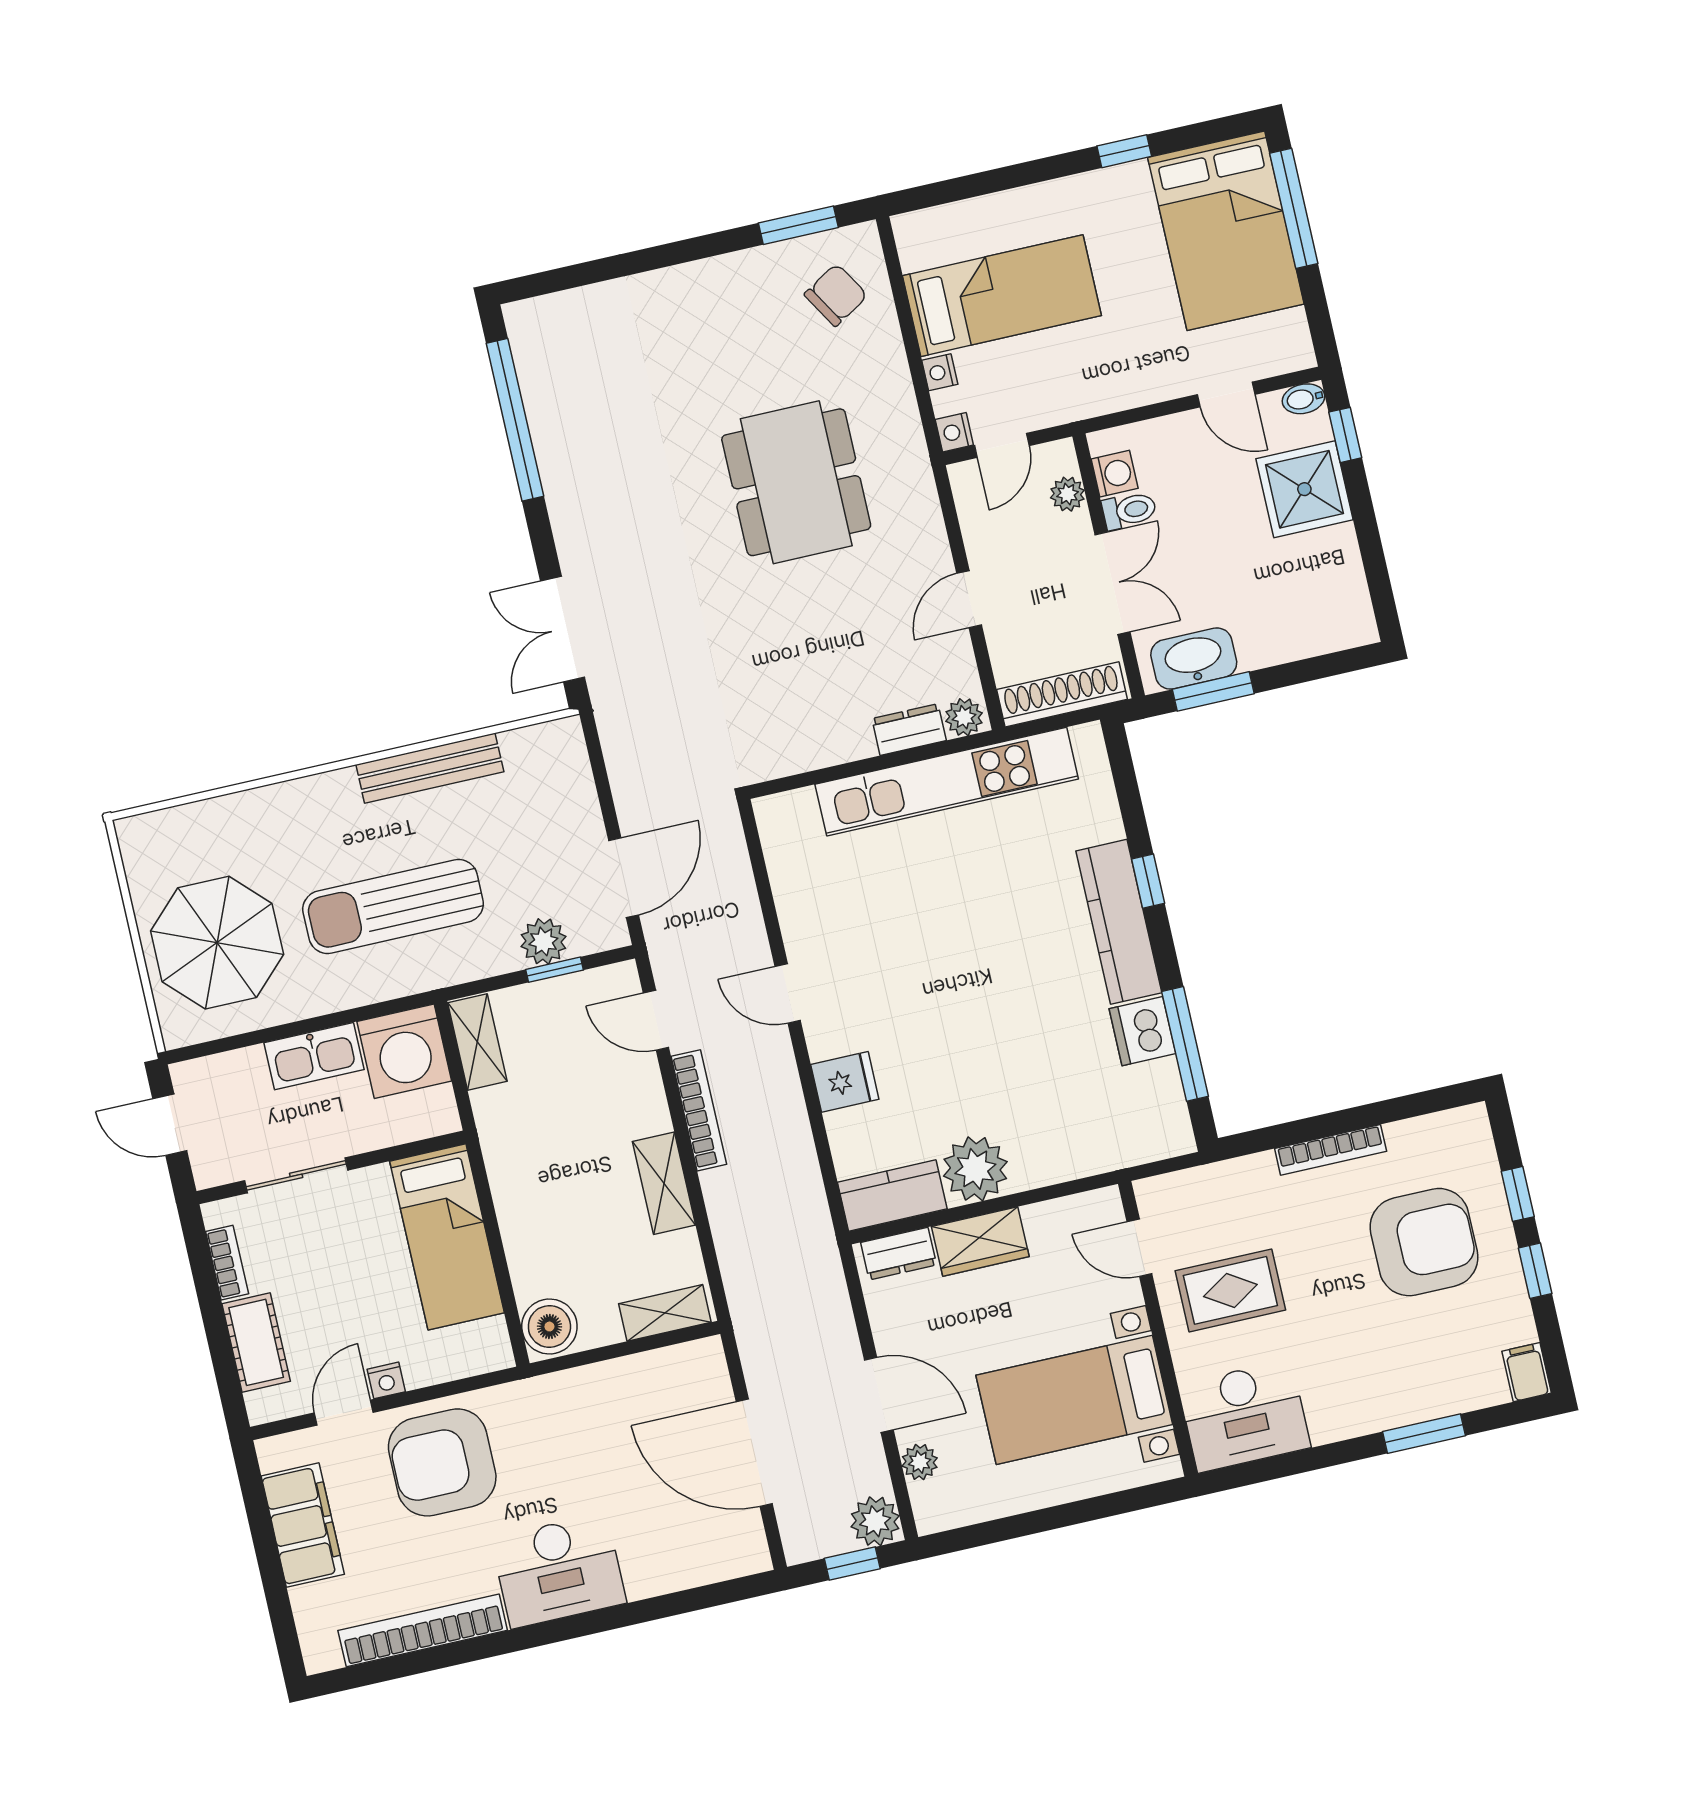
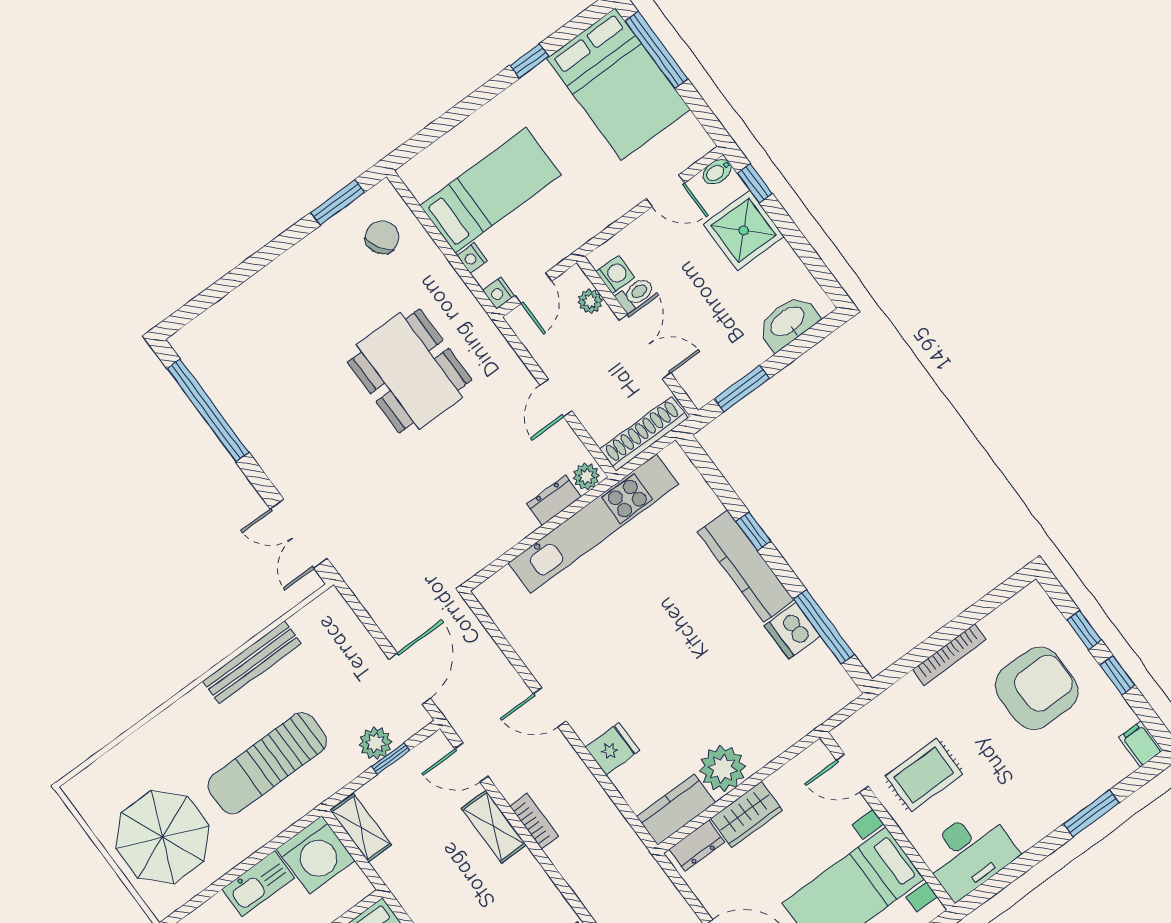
washbasin: (1194, 659) -> (788, 322), moved
bookcase: (699, 1110) -> (534, 821), width x0.64
shelving: (664, 1183) -> (494, 827), moved

